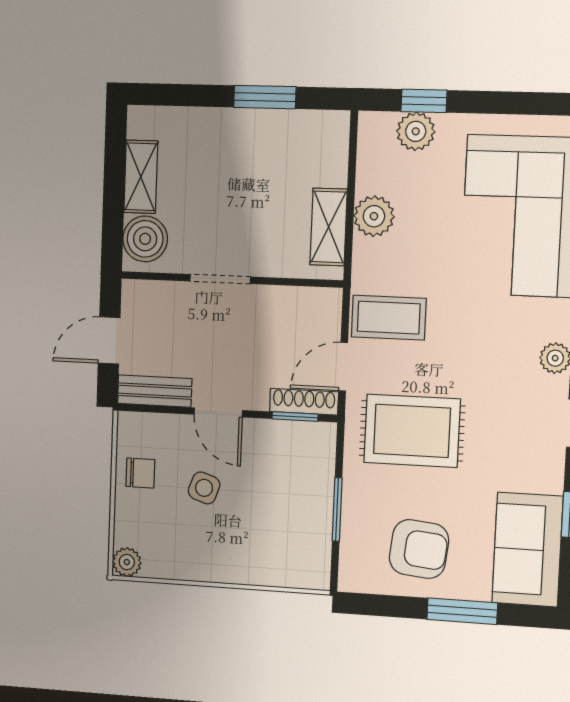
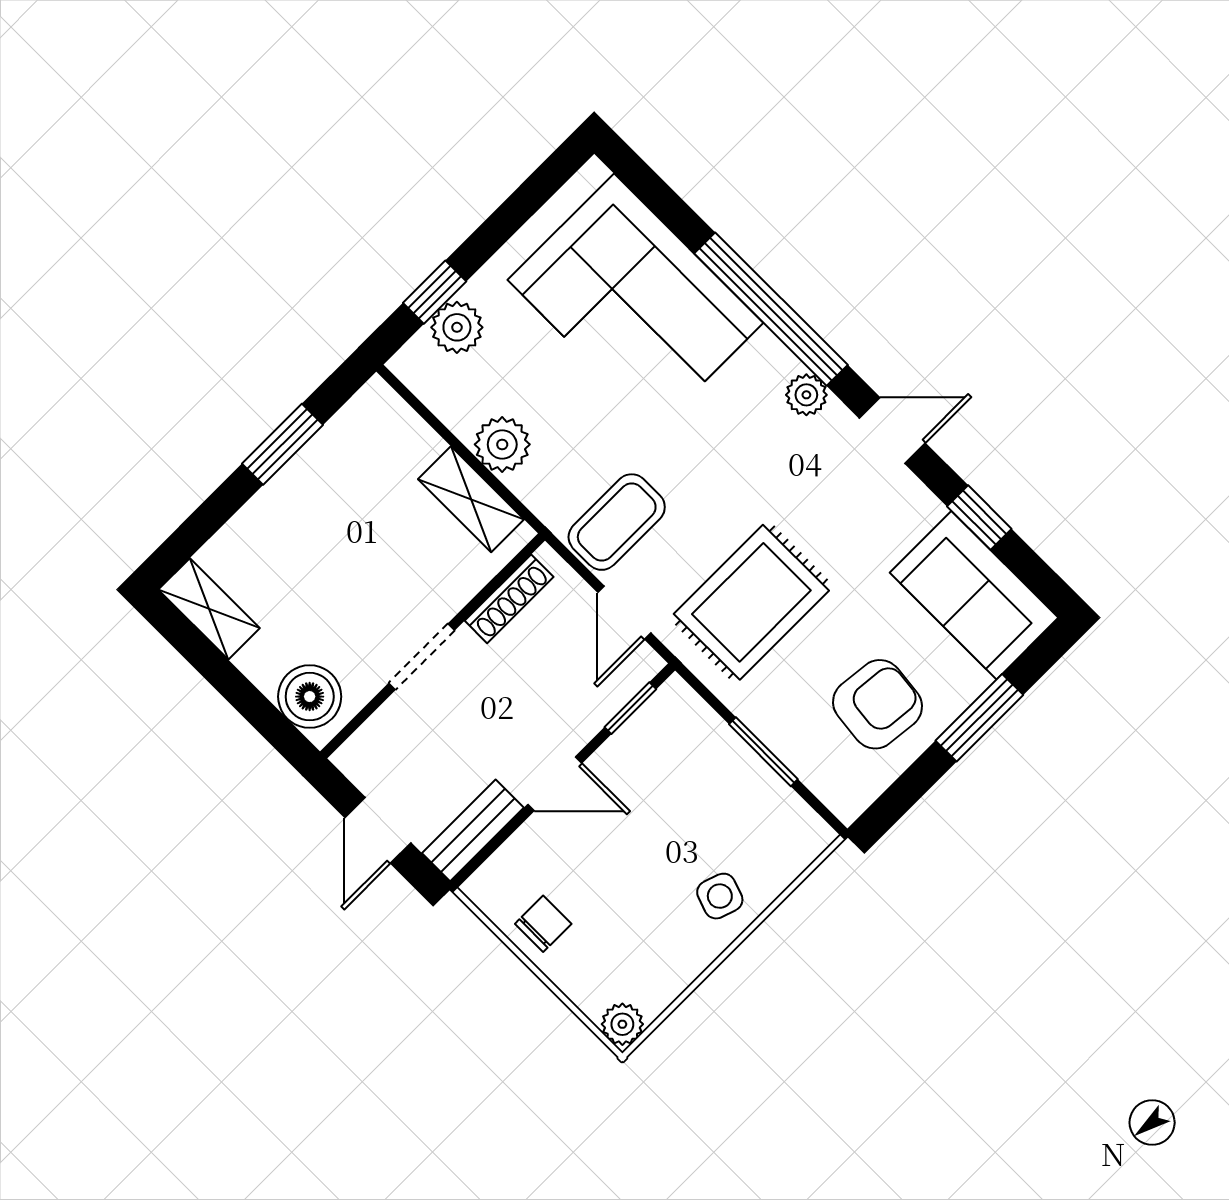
shelving: (141, 177) -> (209, 609), moved
shoe rack: (304, 402) -> (509, 599), moved, turned 180
side table: (204, 488) -> (720, 896), moved

